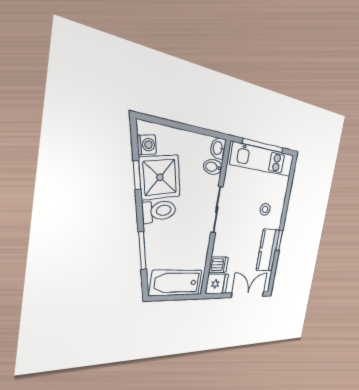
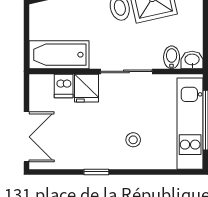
kitchen counter: (268, 250) -> (83, 156), removed
bathtub: (176, 283) -> (59, 55), moved, turned -90
fridge: (217, 284) -> (87, 88), moved

